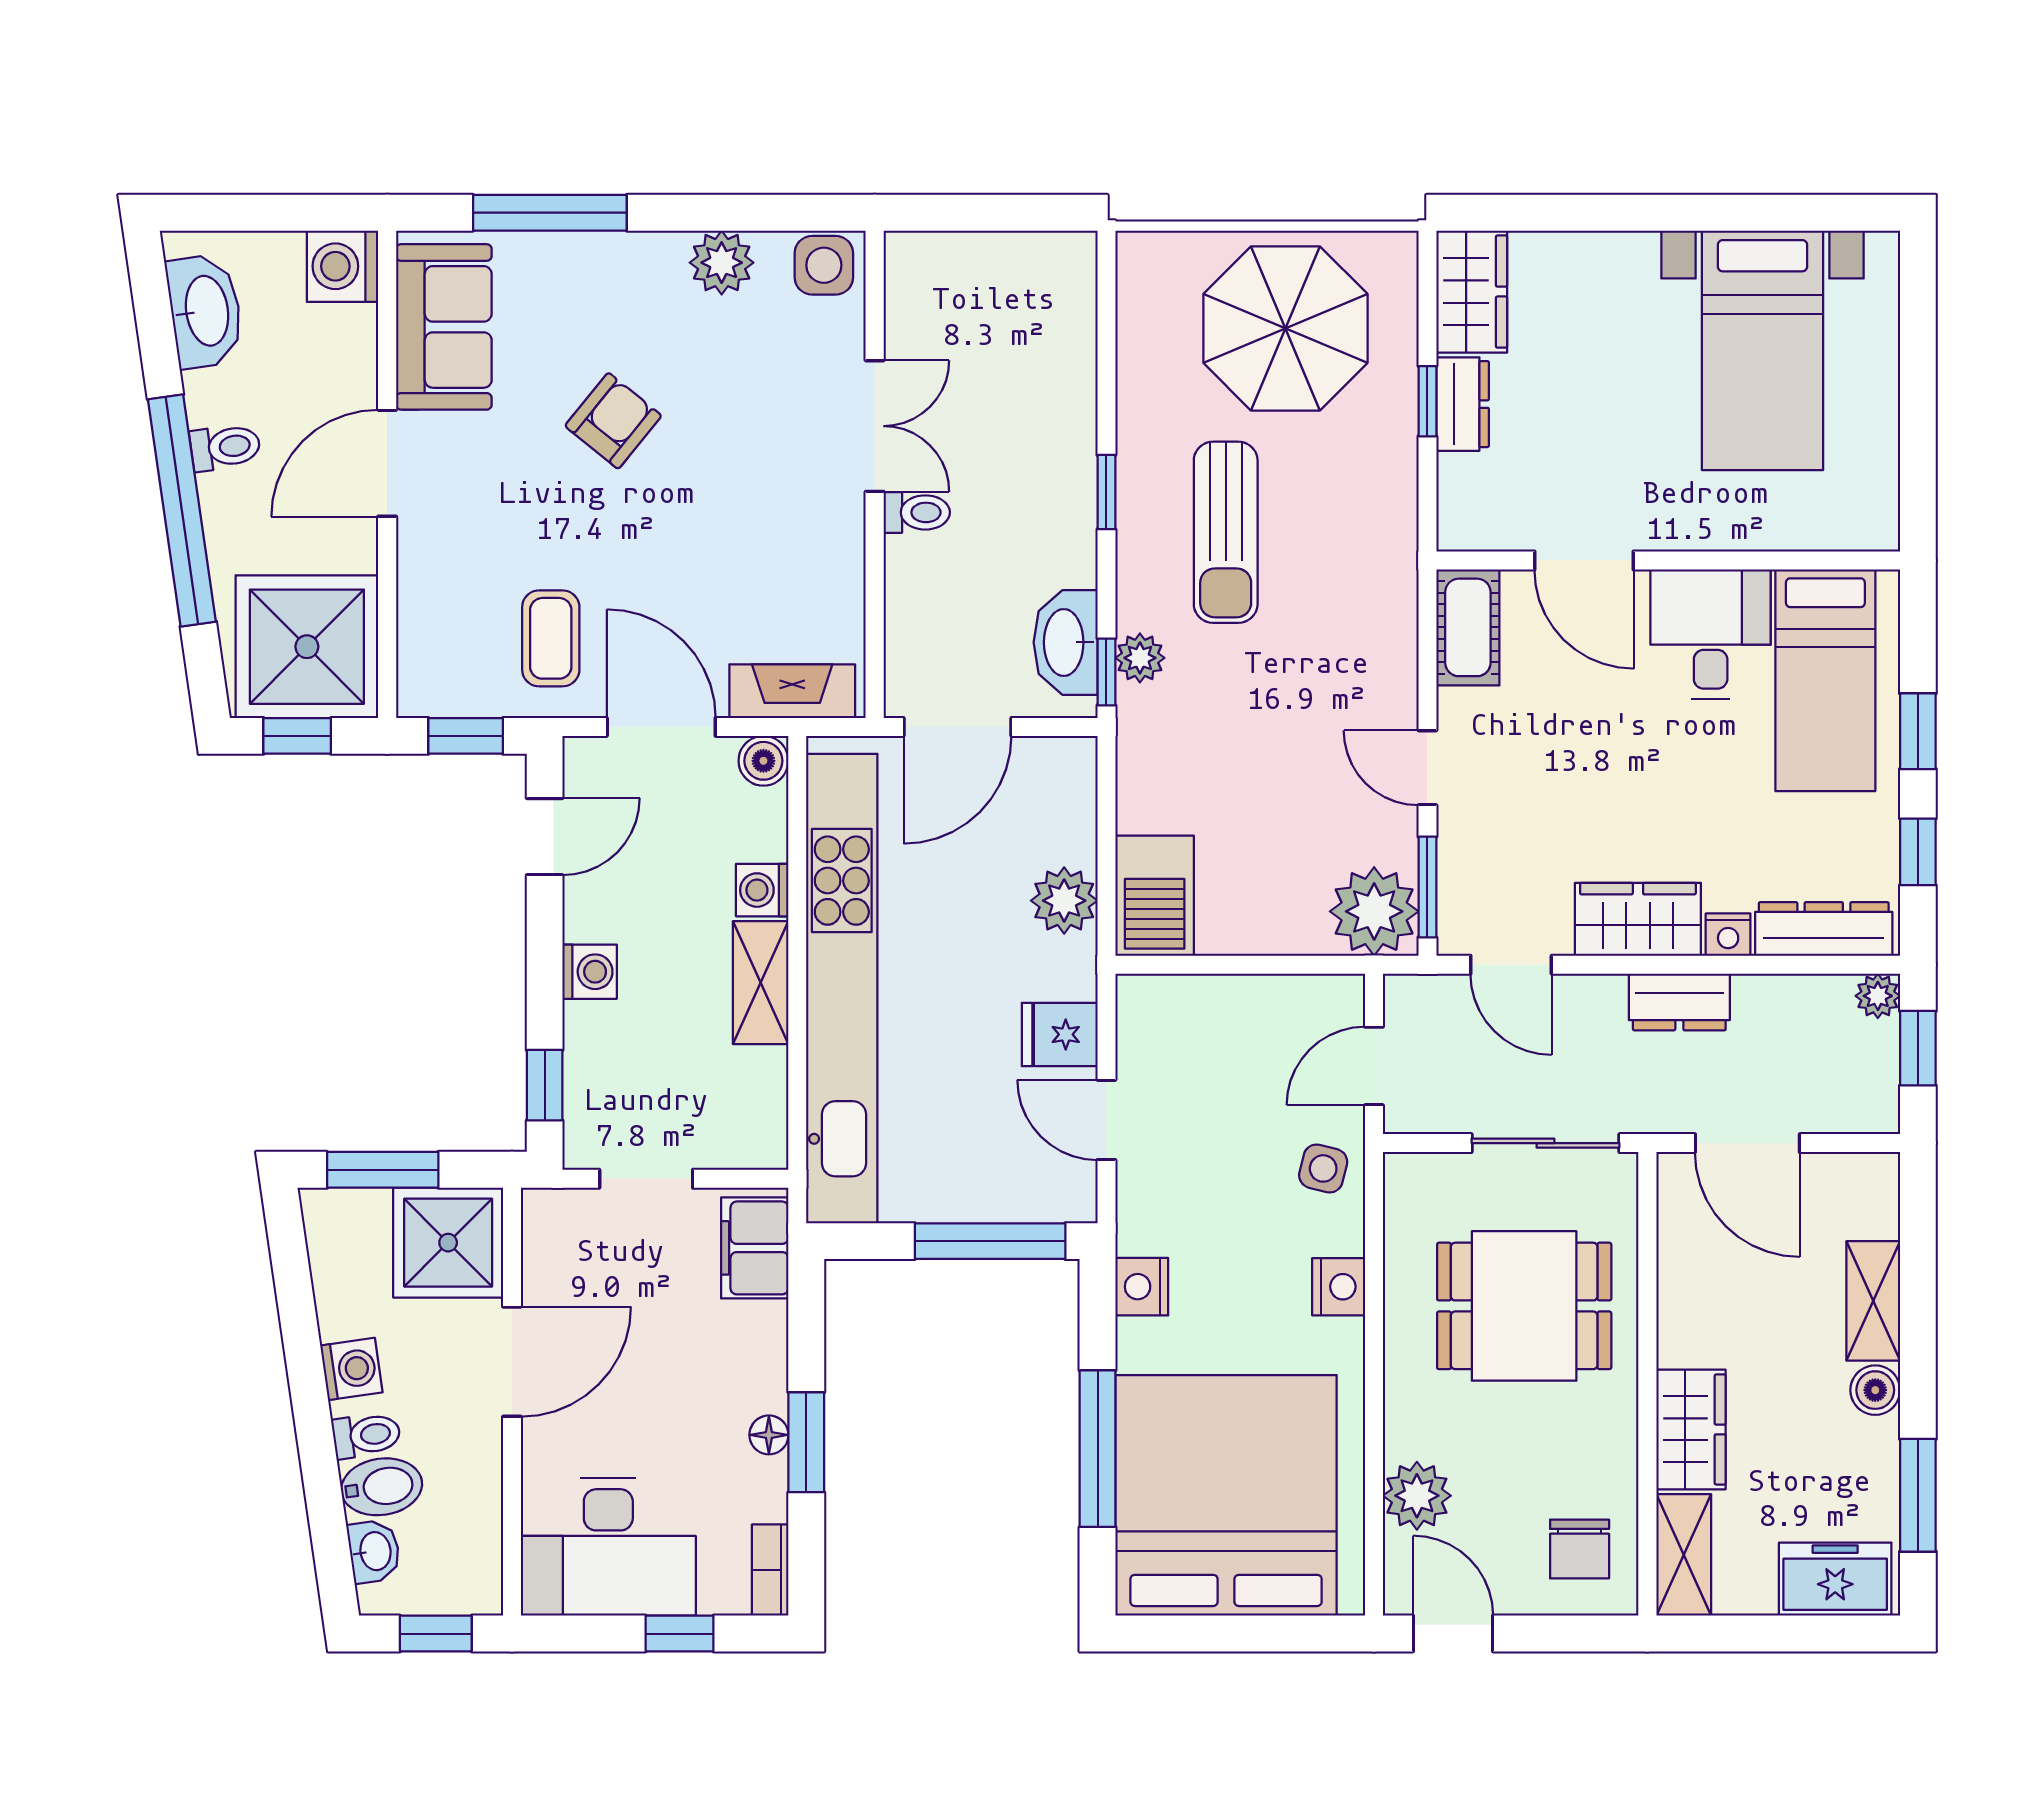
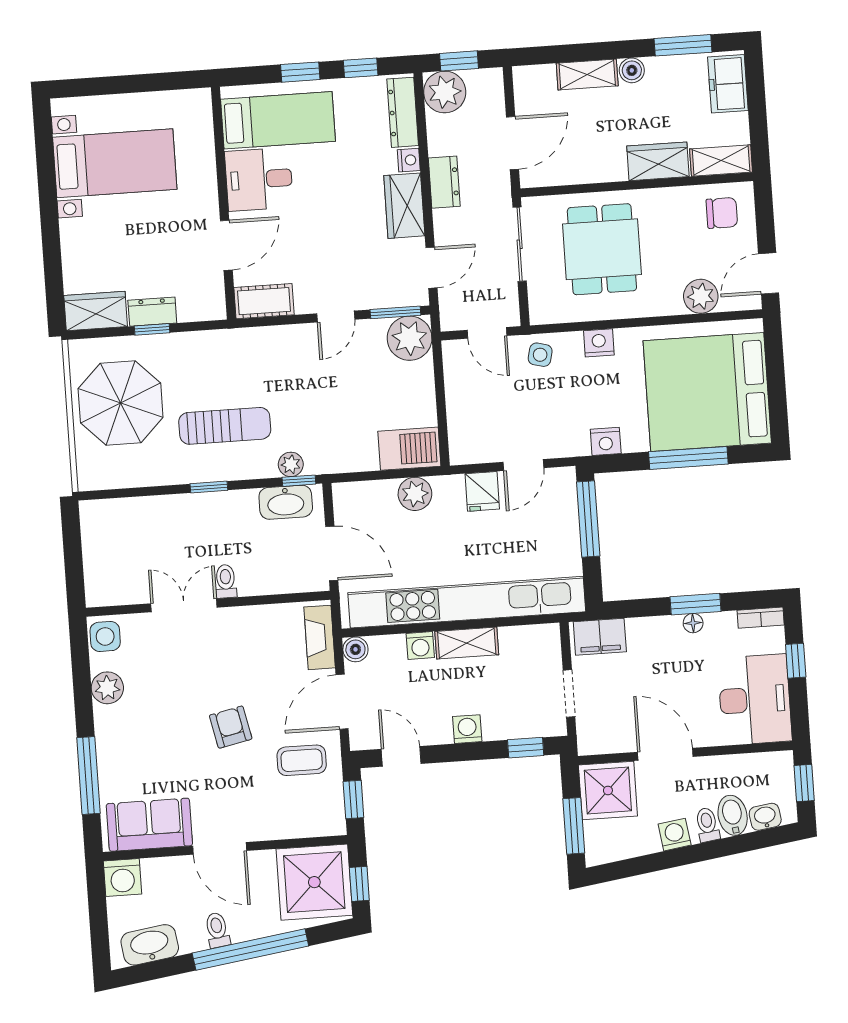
armchair: (613, 421) -> (231, 727), moved, turned 39
plant: (1878, 996) -> (445, 92), width x1.87, depth x1.87

